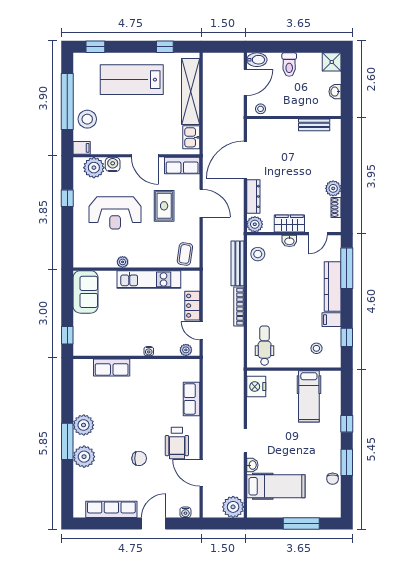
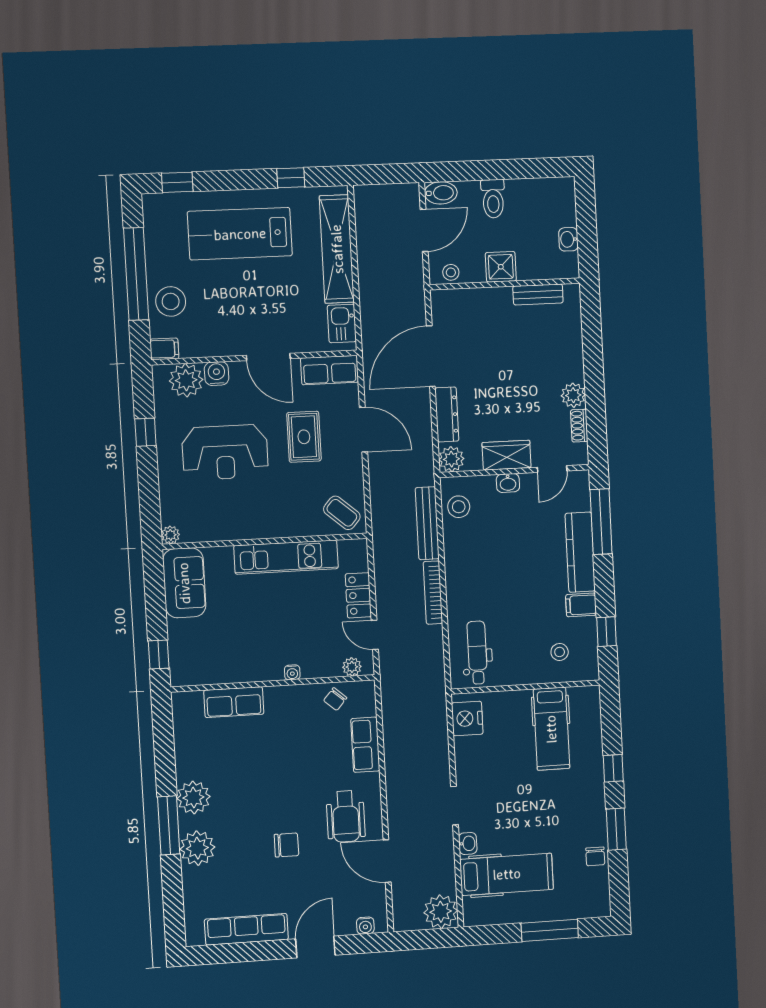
shower: (332, 62) -> (501, 267), moved
coffee table: (185, 254) -> (342, 513), turned -57
plant: (123, 262) -> (170, 535), moved
chair: (174, 369) -> (335, 699), added

